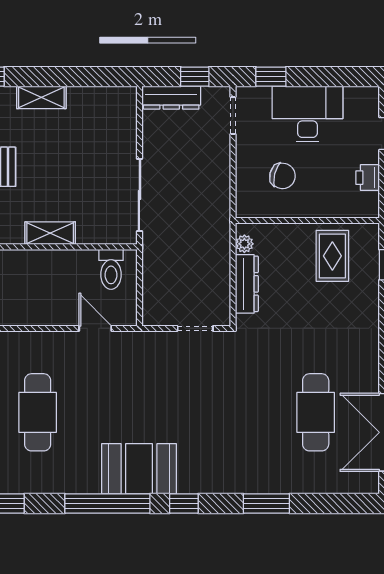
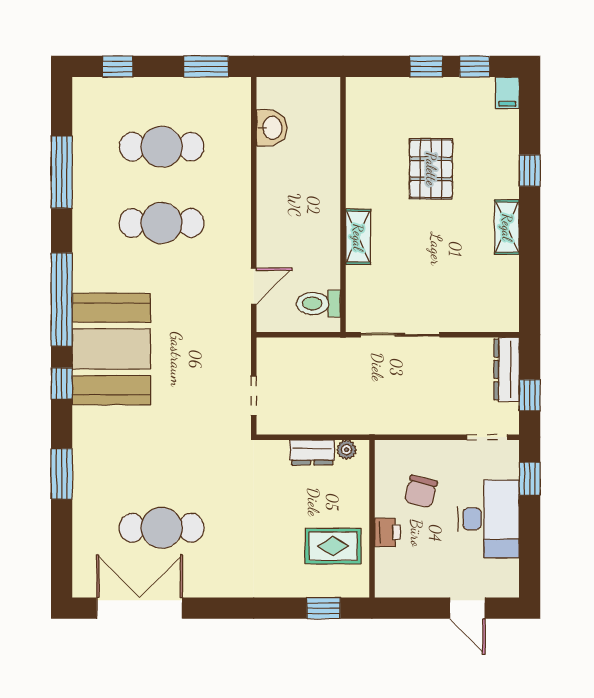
printer: (368, 178) -> (387, 532), moved, turned 90
dresser: (247, 284) -> (312, 452), width x0.70
booth: (139, 469) -> (111, 349), width x1.36, depth x1.42

